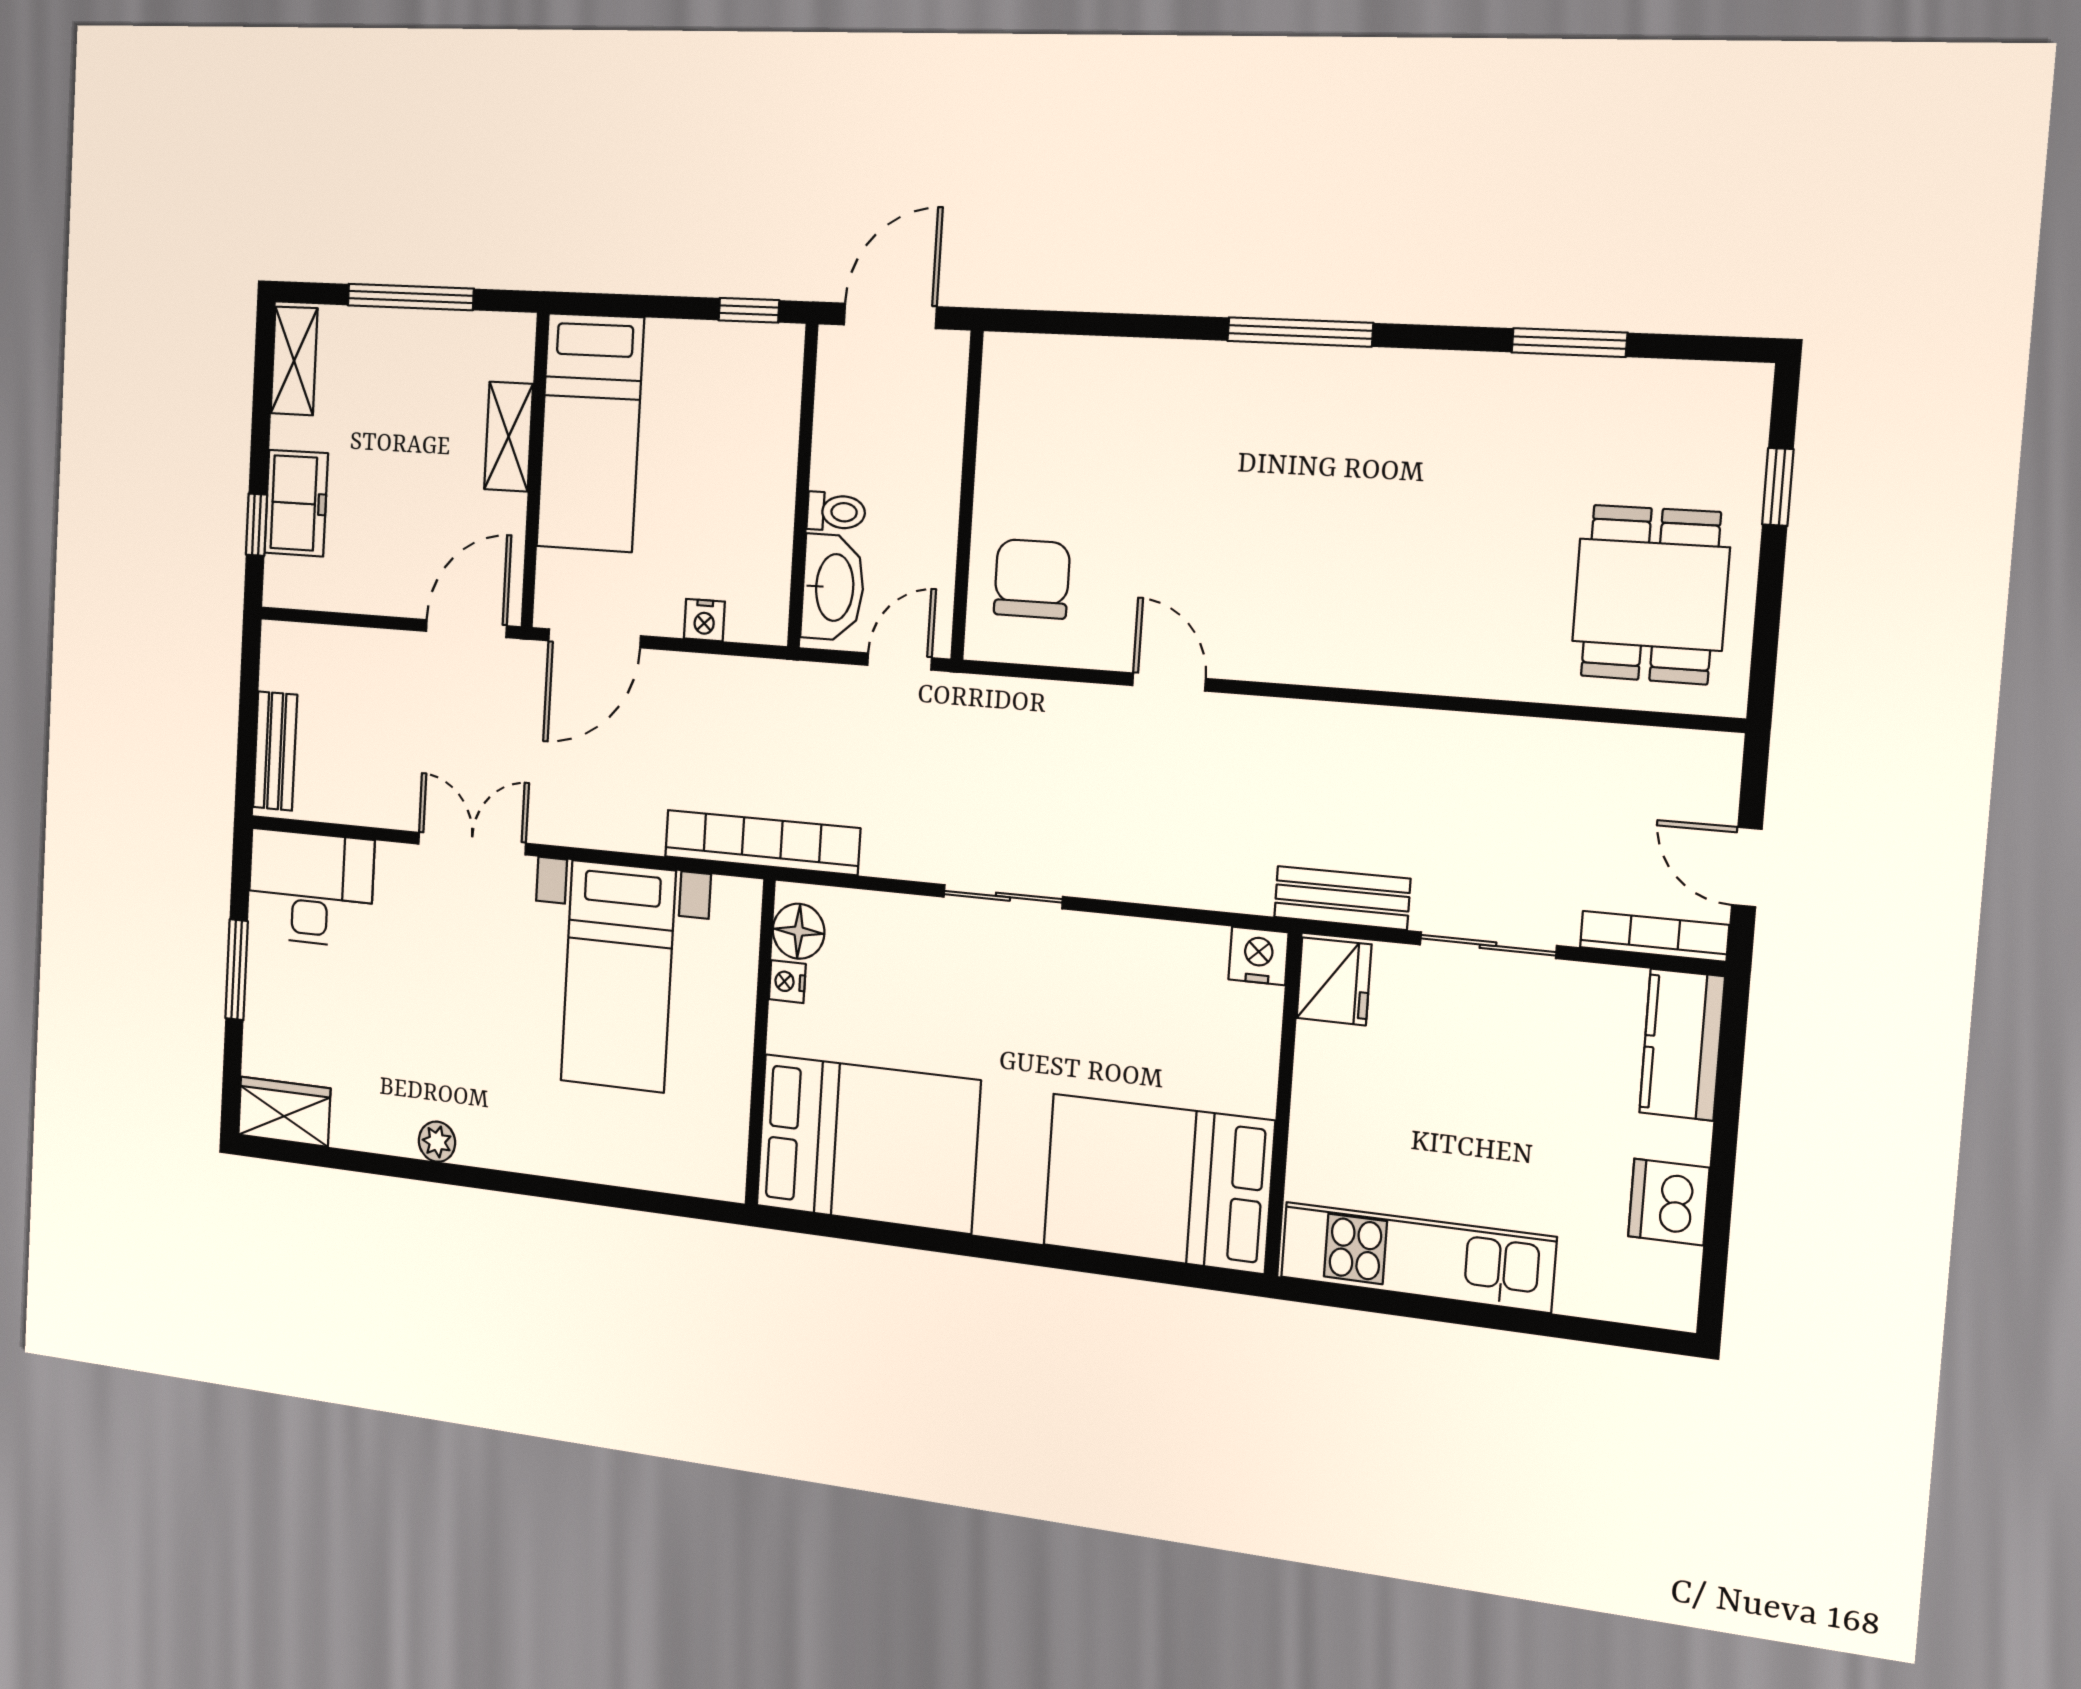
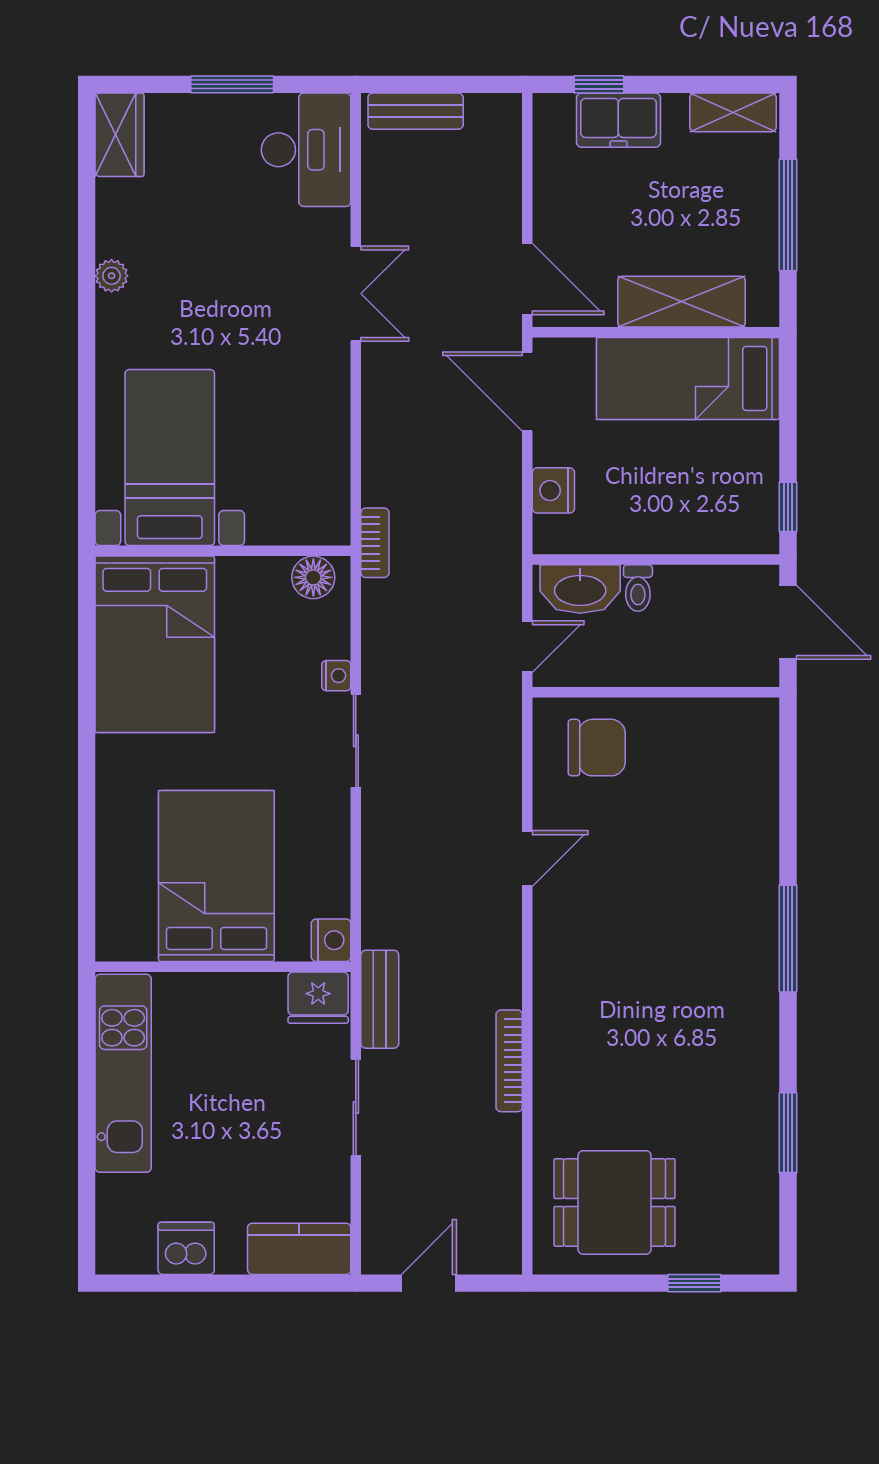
shelving: (509, 437) -> (681, 302), width x1.50, depth x1.33
nightstand: (704, 620) -> (553, 490), width x1.39, depth x1.35
door: (900, 662) -> (527, 647), hinge flipped
bookcase: (762, 842) -> (375, 543), width x0.43, depth x0.76
bookcase: (1654, 936) -> (509, 1061), moved, turned 180
bed with nightstands: (618, 976) -> (170, 457), moved, turned 90
nightstand: (787, 982) -> (336, 676), moved, turned 90
bed: (1158, 1183) -> (216, 876), moved

